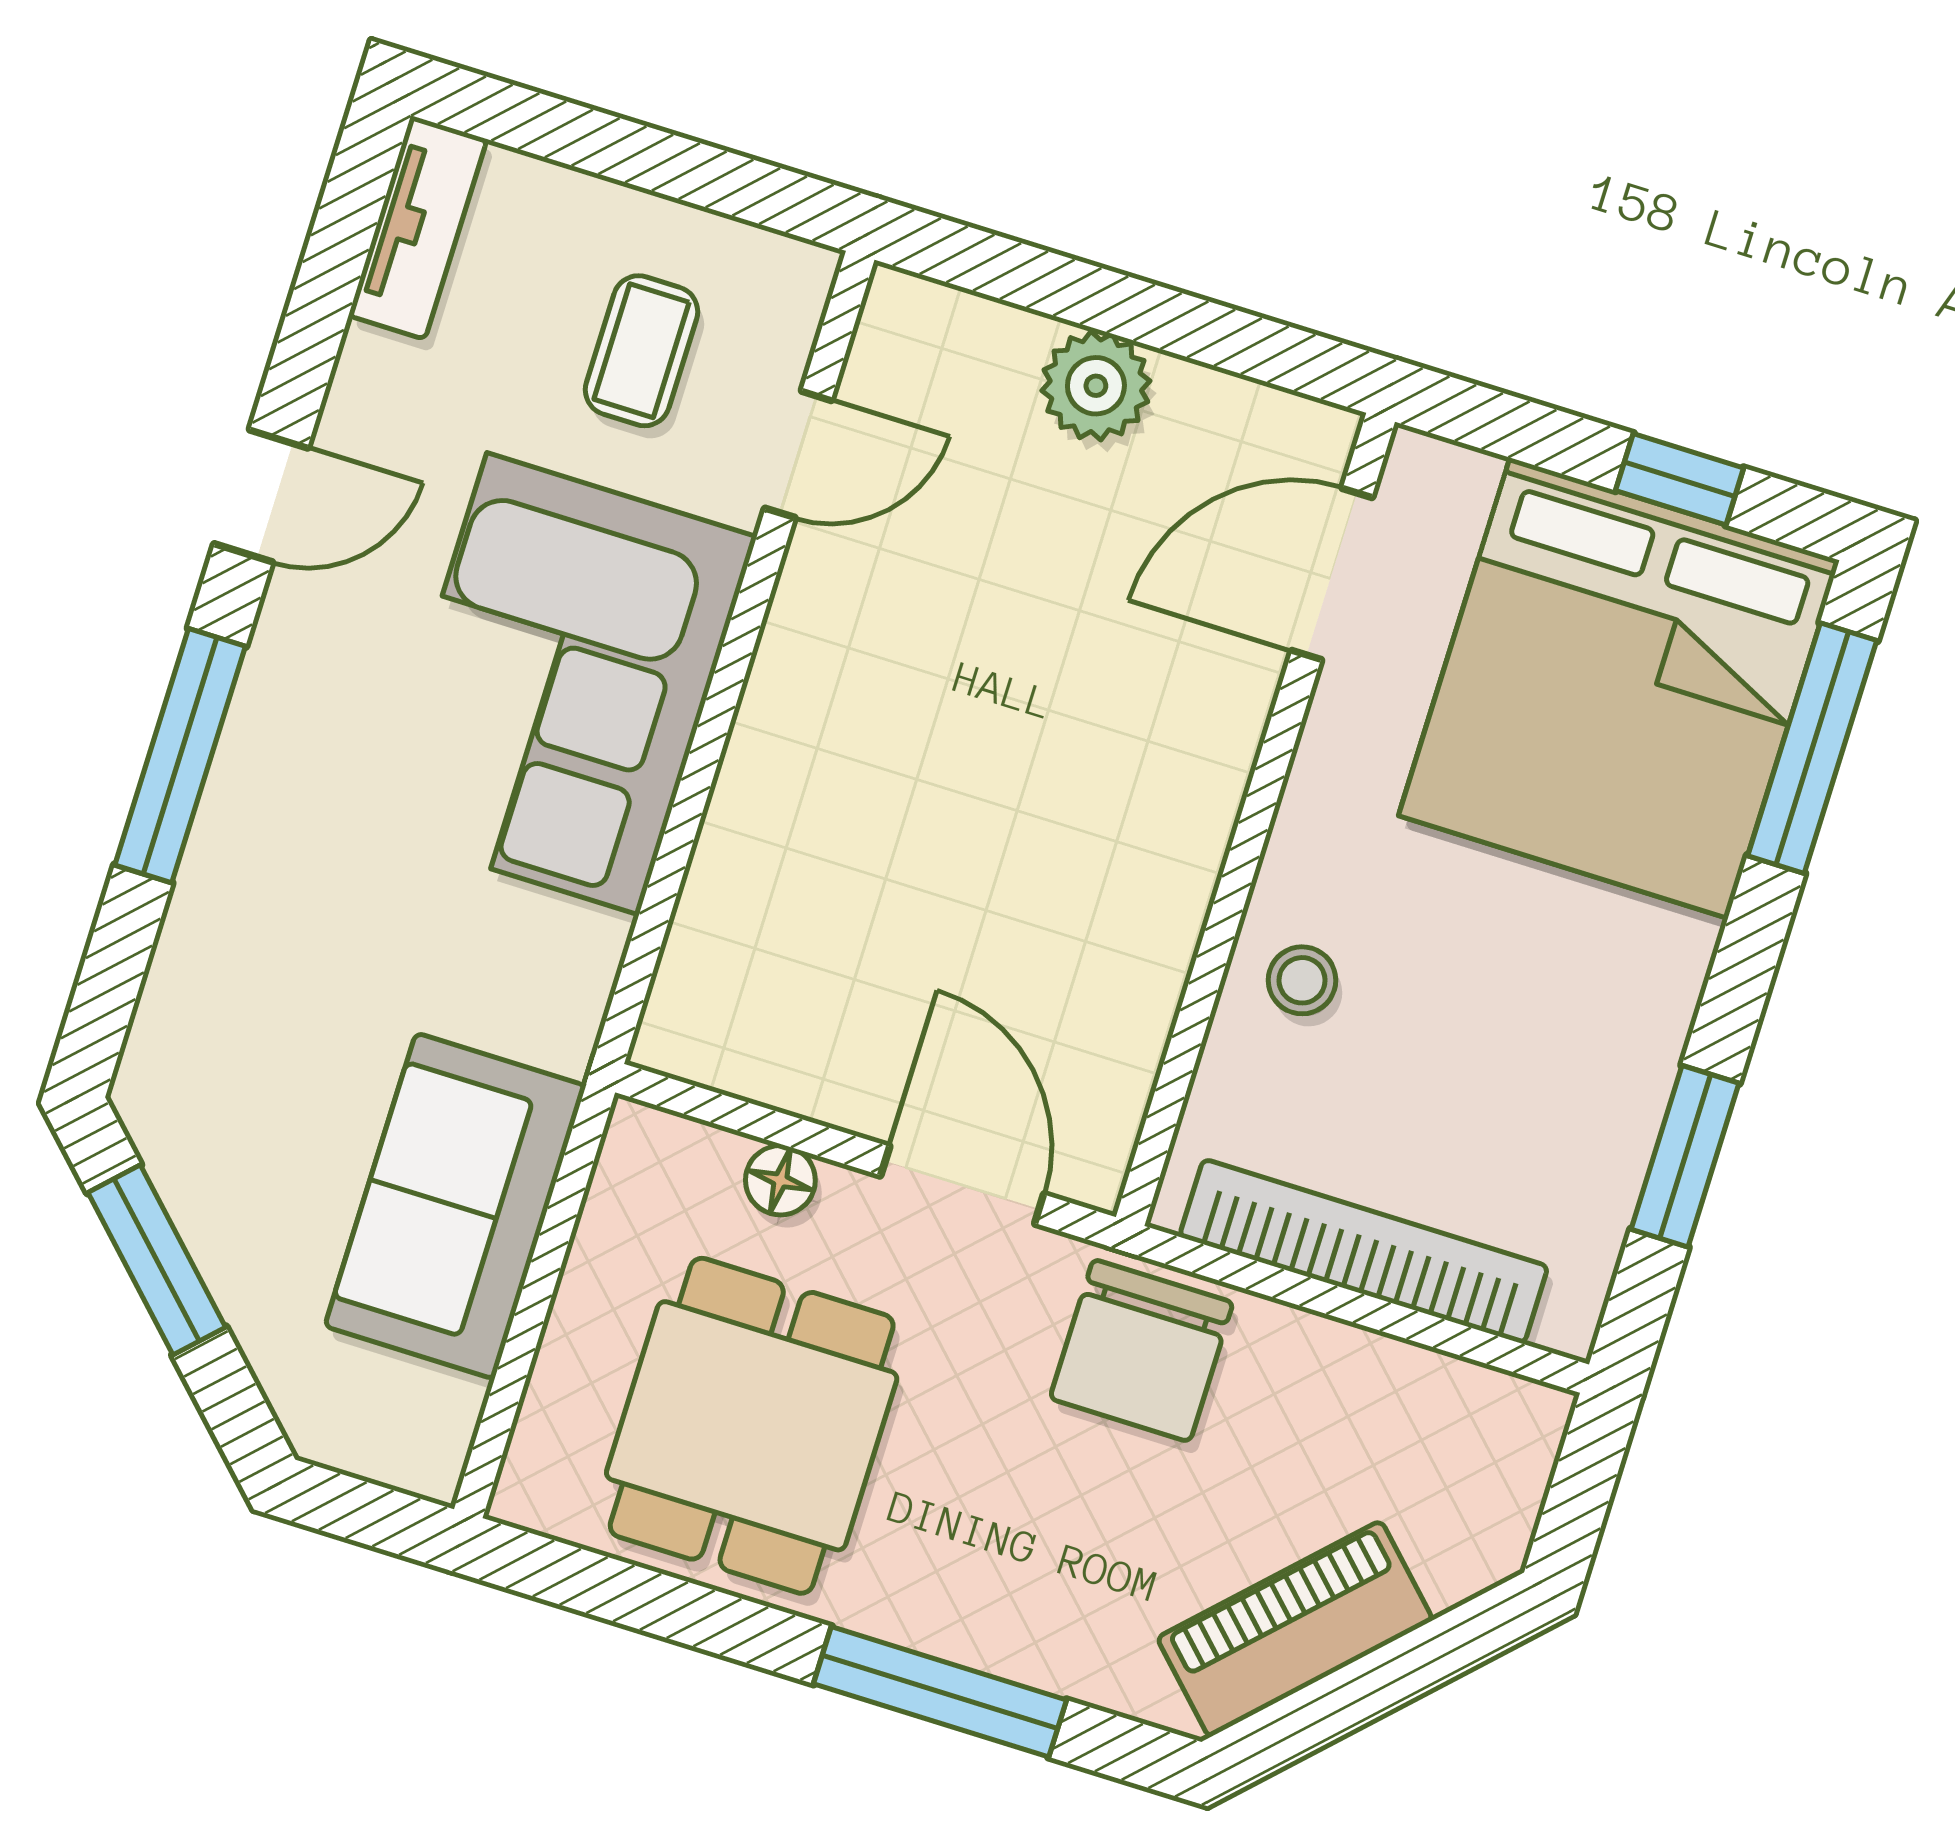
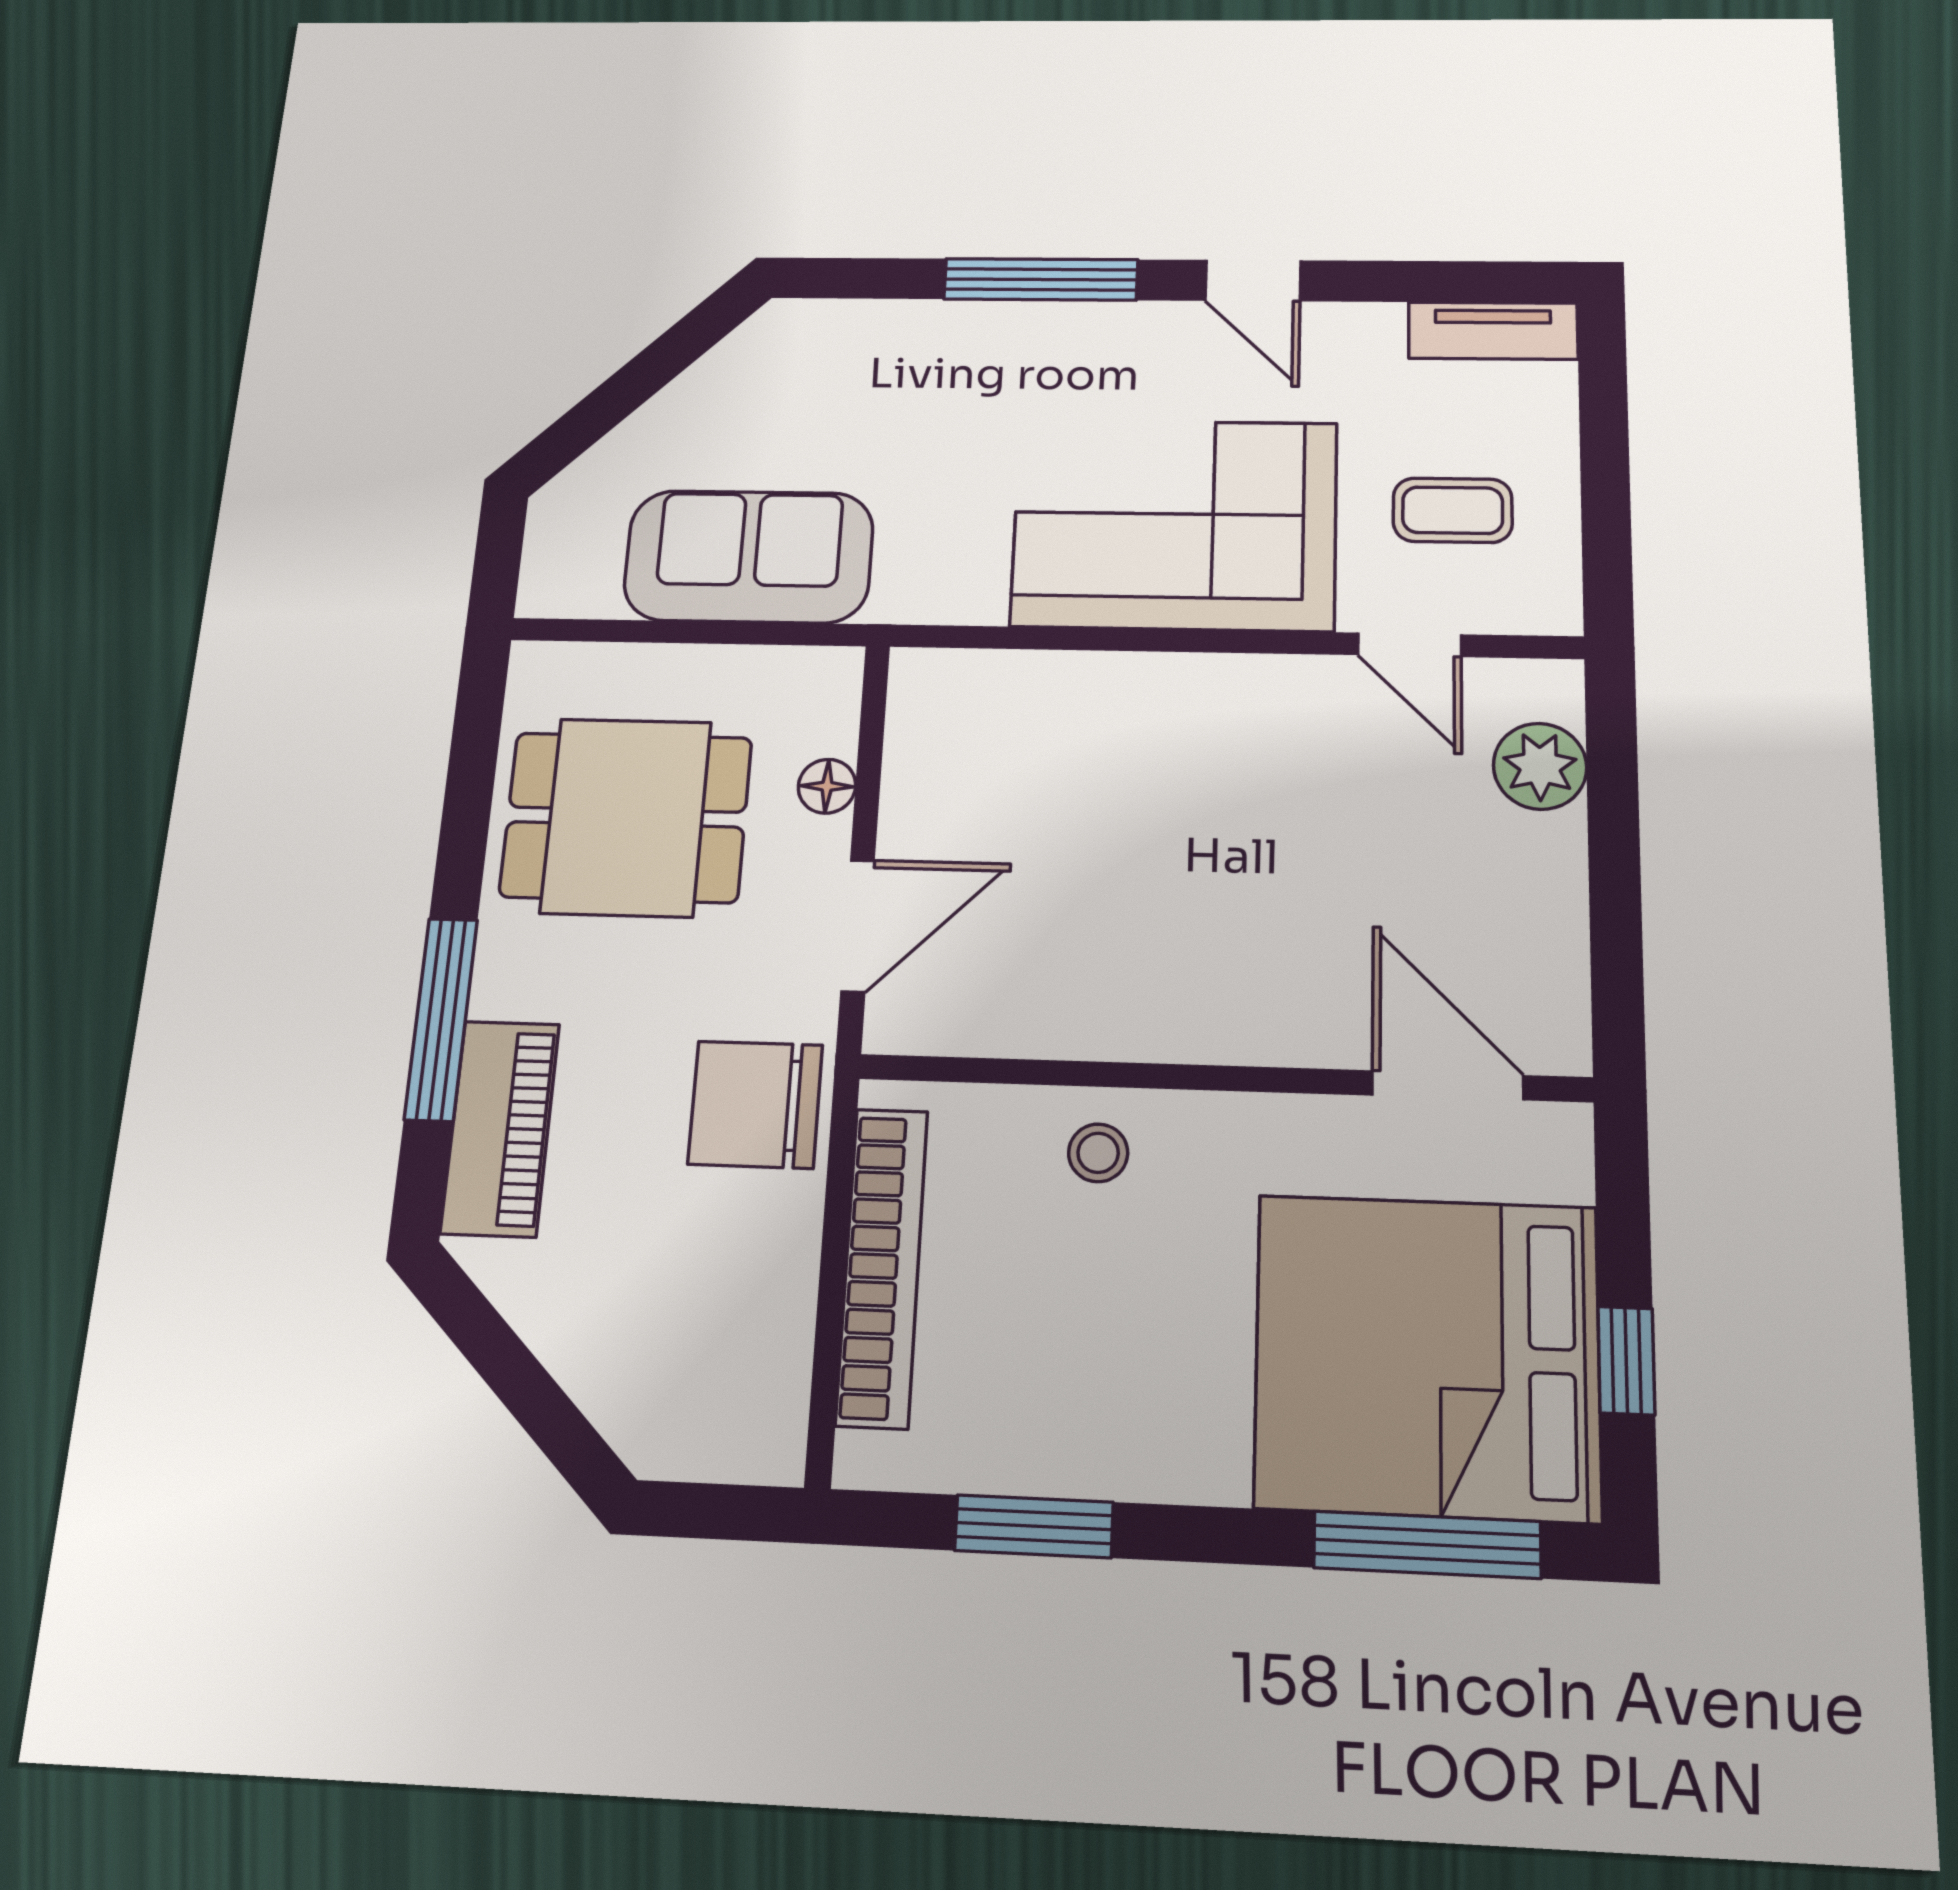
plant: (1096, 386) -> (1540, 766), moved
window: (157, 1260) -> (658, 364), removed
piano: (1295, 1629) -> (500, 1128), moved, turned 45

